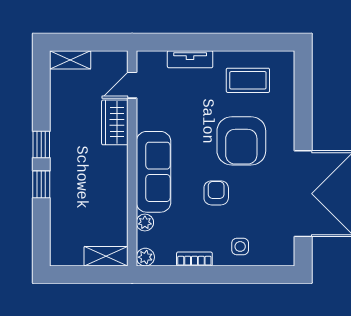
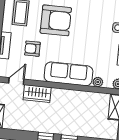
door: (132, 85) -> (16, 81), swing flipped
armchair: (216, 193) -> (32, 49), moved

